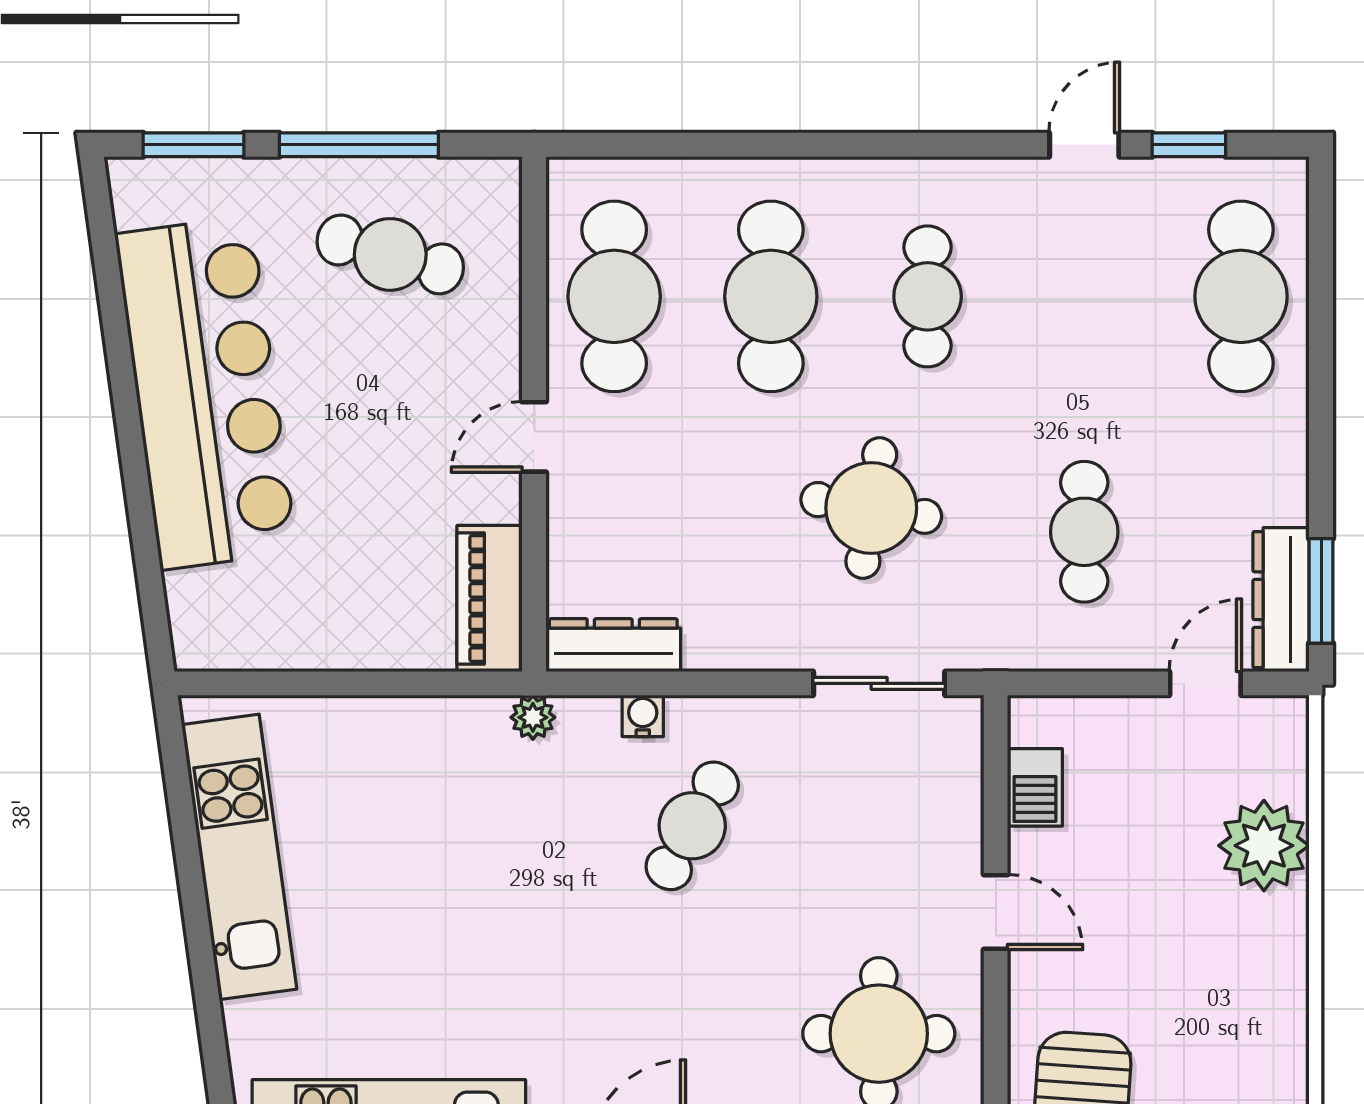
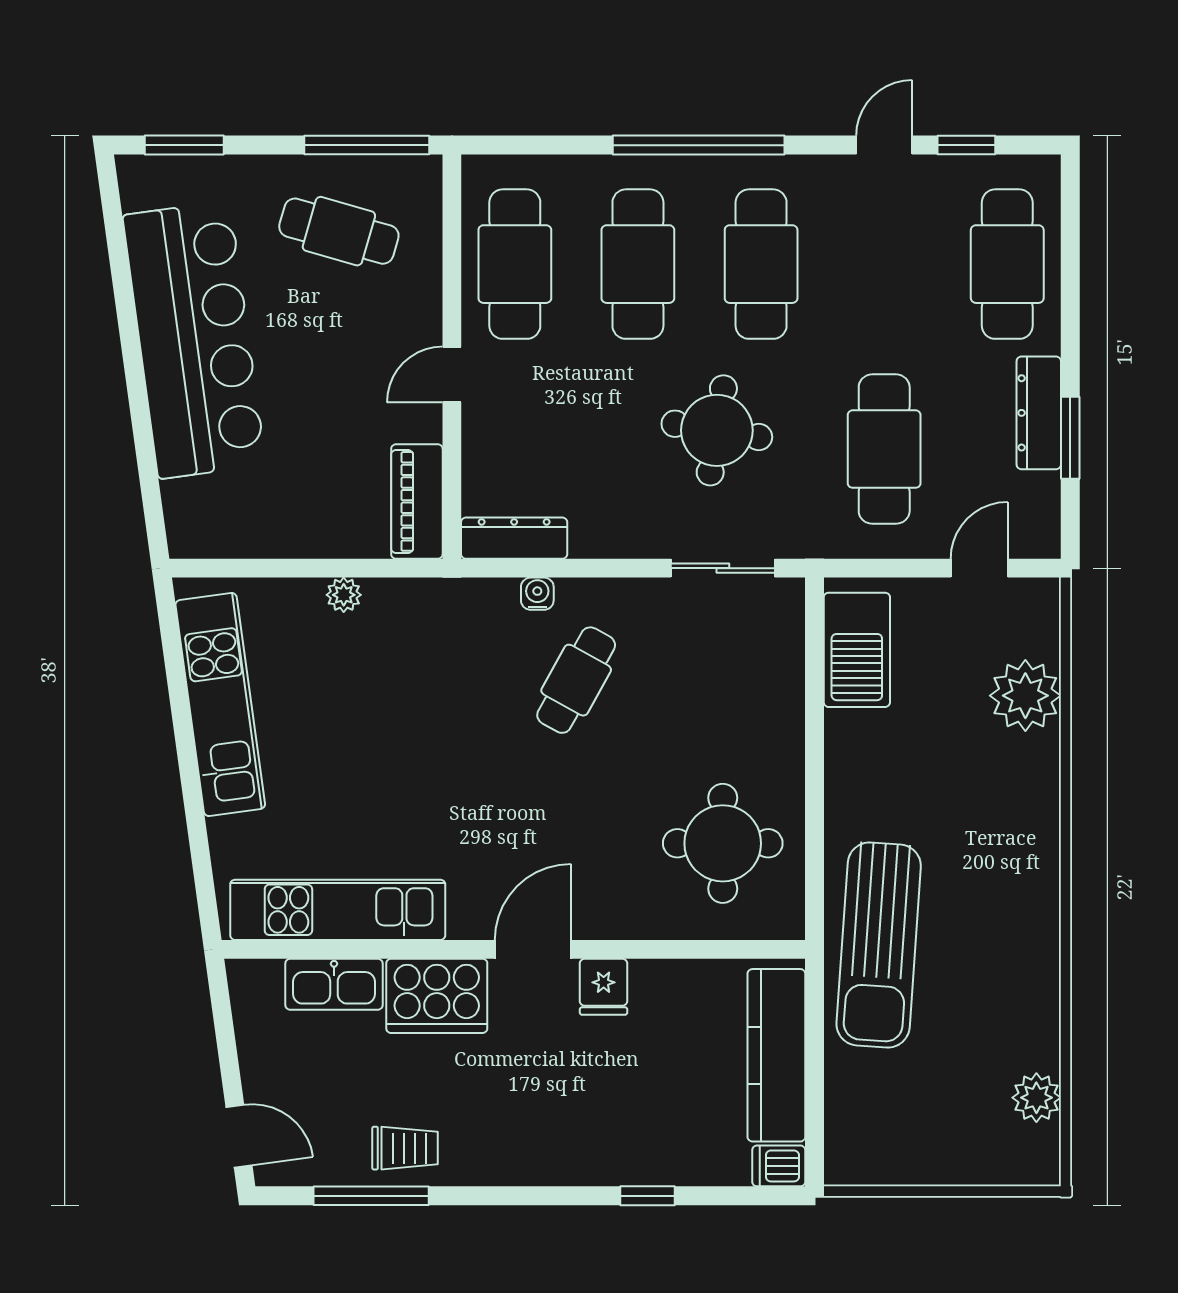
window: (359, 145) -> (367, 145), moved
window: (848, 145) -> (699, 145), added
cafe table: (928, 296) -> (761, 264), width x1.37, depth x1.35
cafe table: (1084, 532) -> (884, 449), width x1.37, depth x1.35
window: (1321, 591) -> (1070, 438), moved
dresser: (1281, 600) -> (1039, 413), moved
plant: (533, 717) -> (344, 595), moved
barbecue: (1035, 787) -> (857, 650), width x1.88, depth x1.53
door: (996, 912) -> (814, 748), removed

